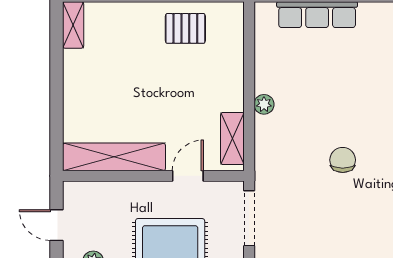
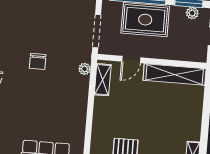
plant: (264, 104) -> (85, 69), moved

